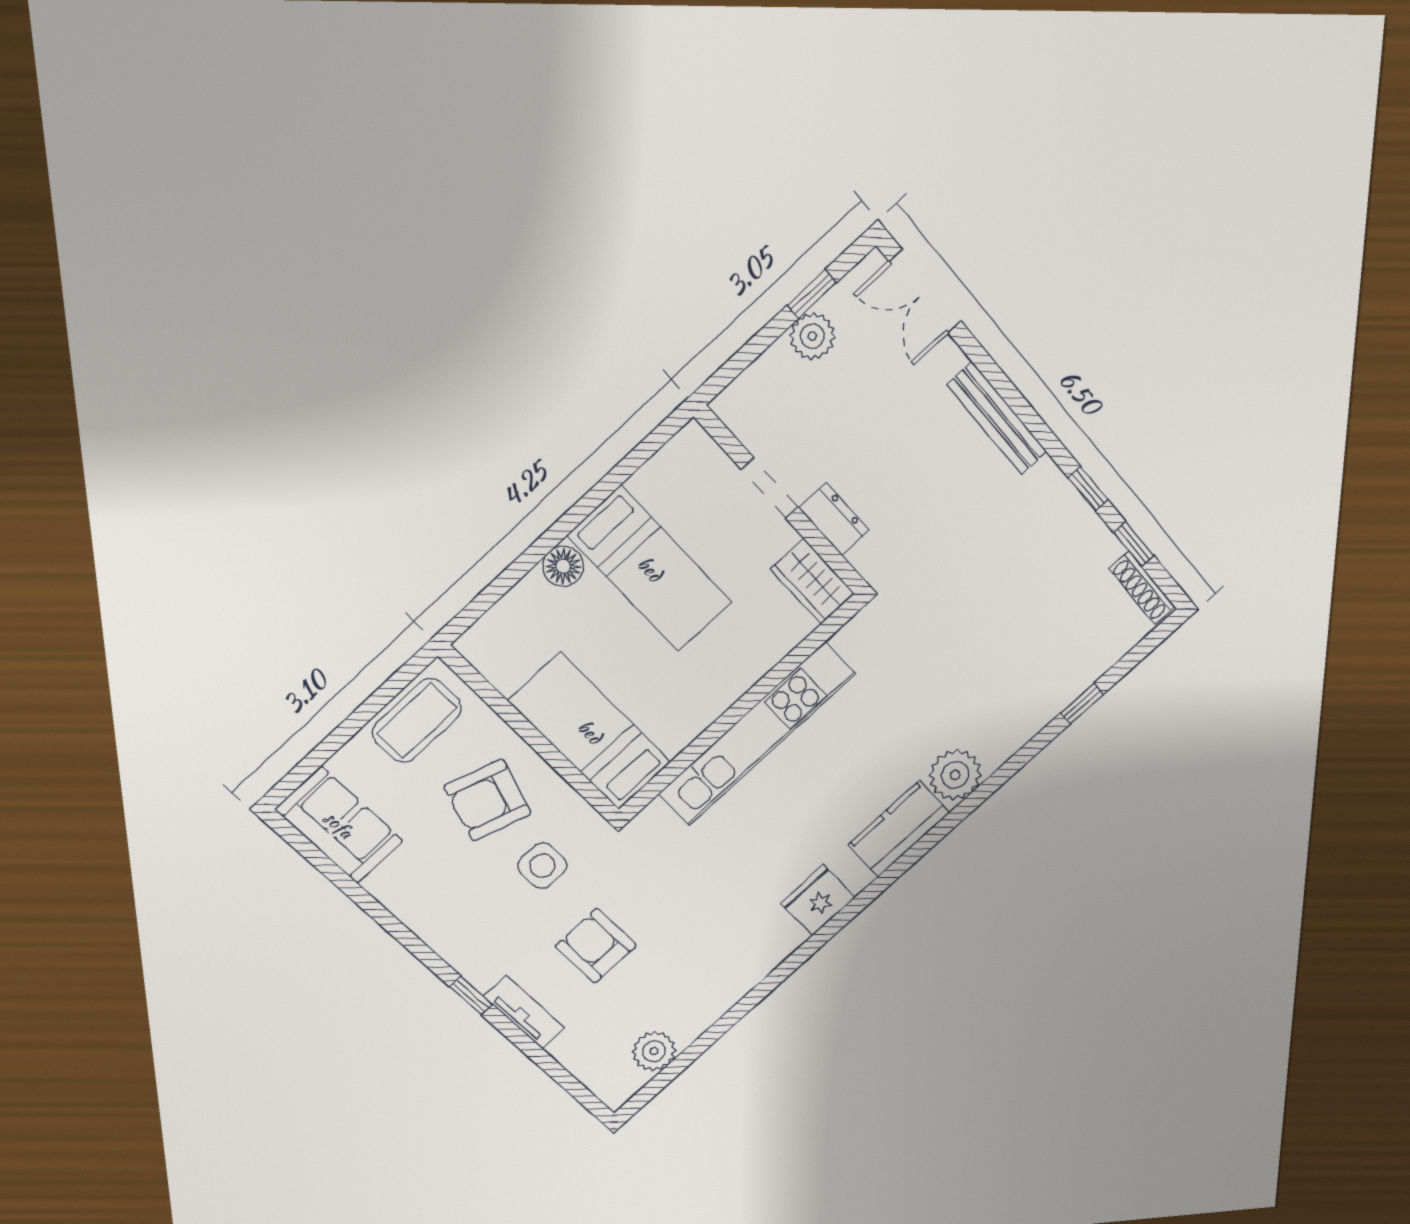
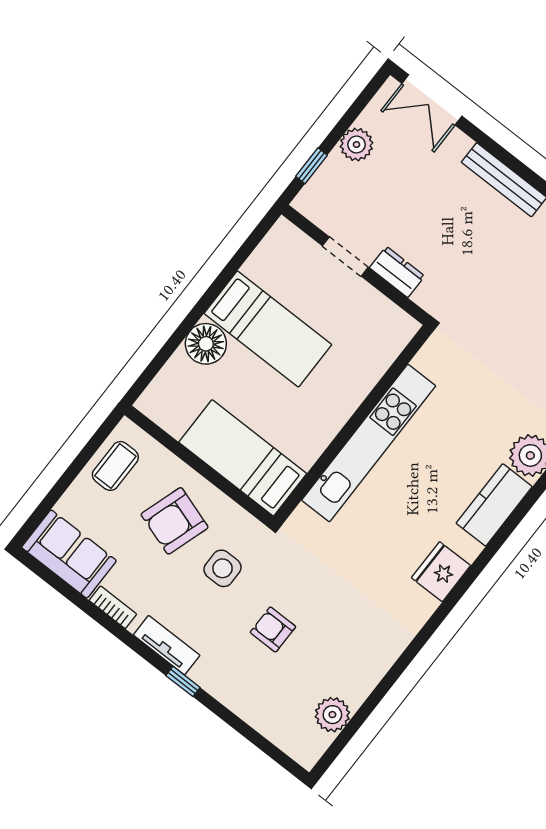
window: (812, 294) -> (311, 166), moved
floor lamp: (563, 566) -> (206, 344), width x1.38, depth x1.38
wardrobe: (813, 581) -> (390, 320), removed
coffee table: (417, 721) -> (115, 466), width x0.73, depth x0.77
bookcase: (391, 898) -> (113, 607), added
armchair: (596, 946) -> (273, 629), width x0.72, depth x0.72
tv unit: (524, 1012) -> (167, 645), moved

